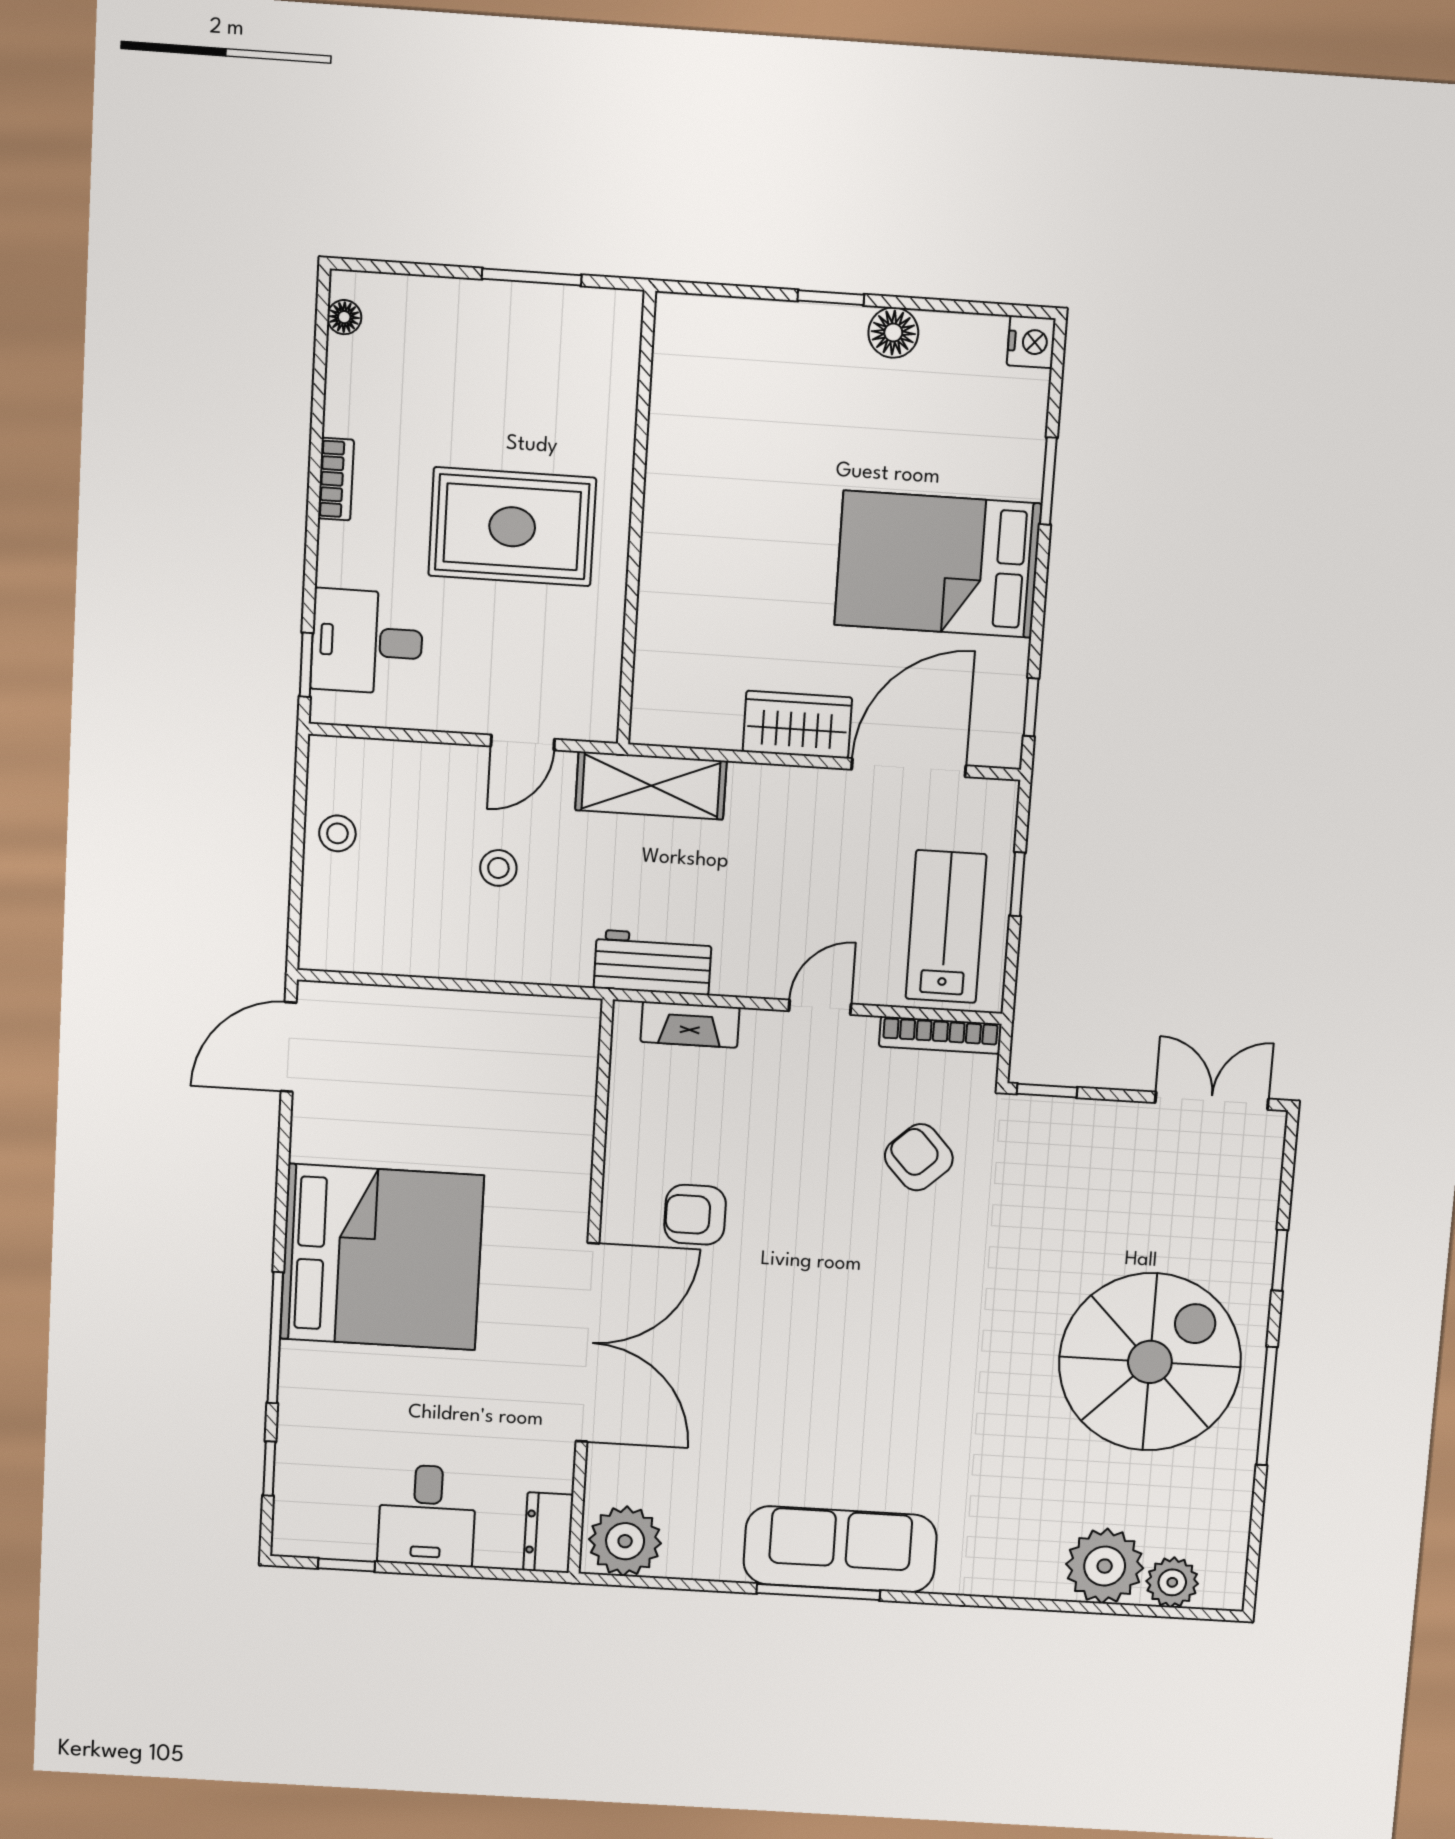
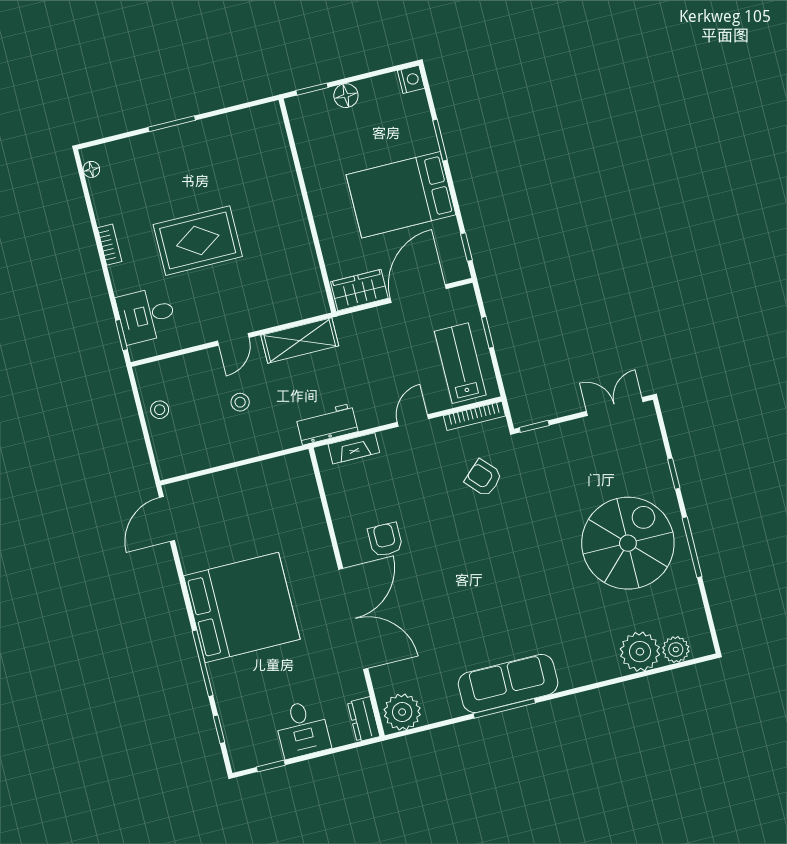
wall: (636, 519) -> (307, 206), moved
armchair: (695, 1215) -> (385, 540), turned 90

